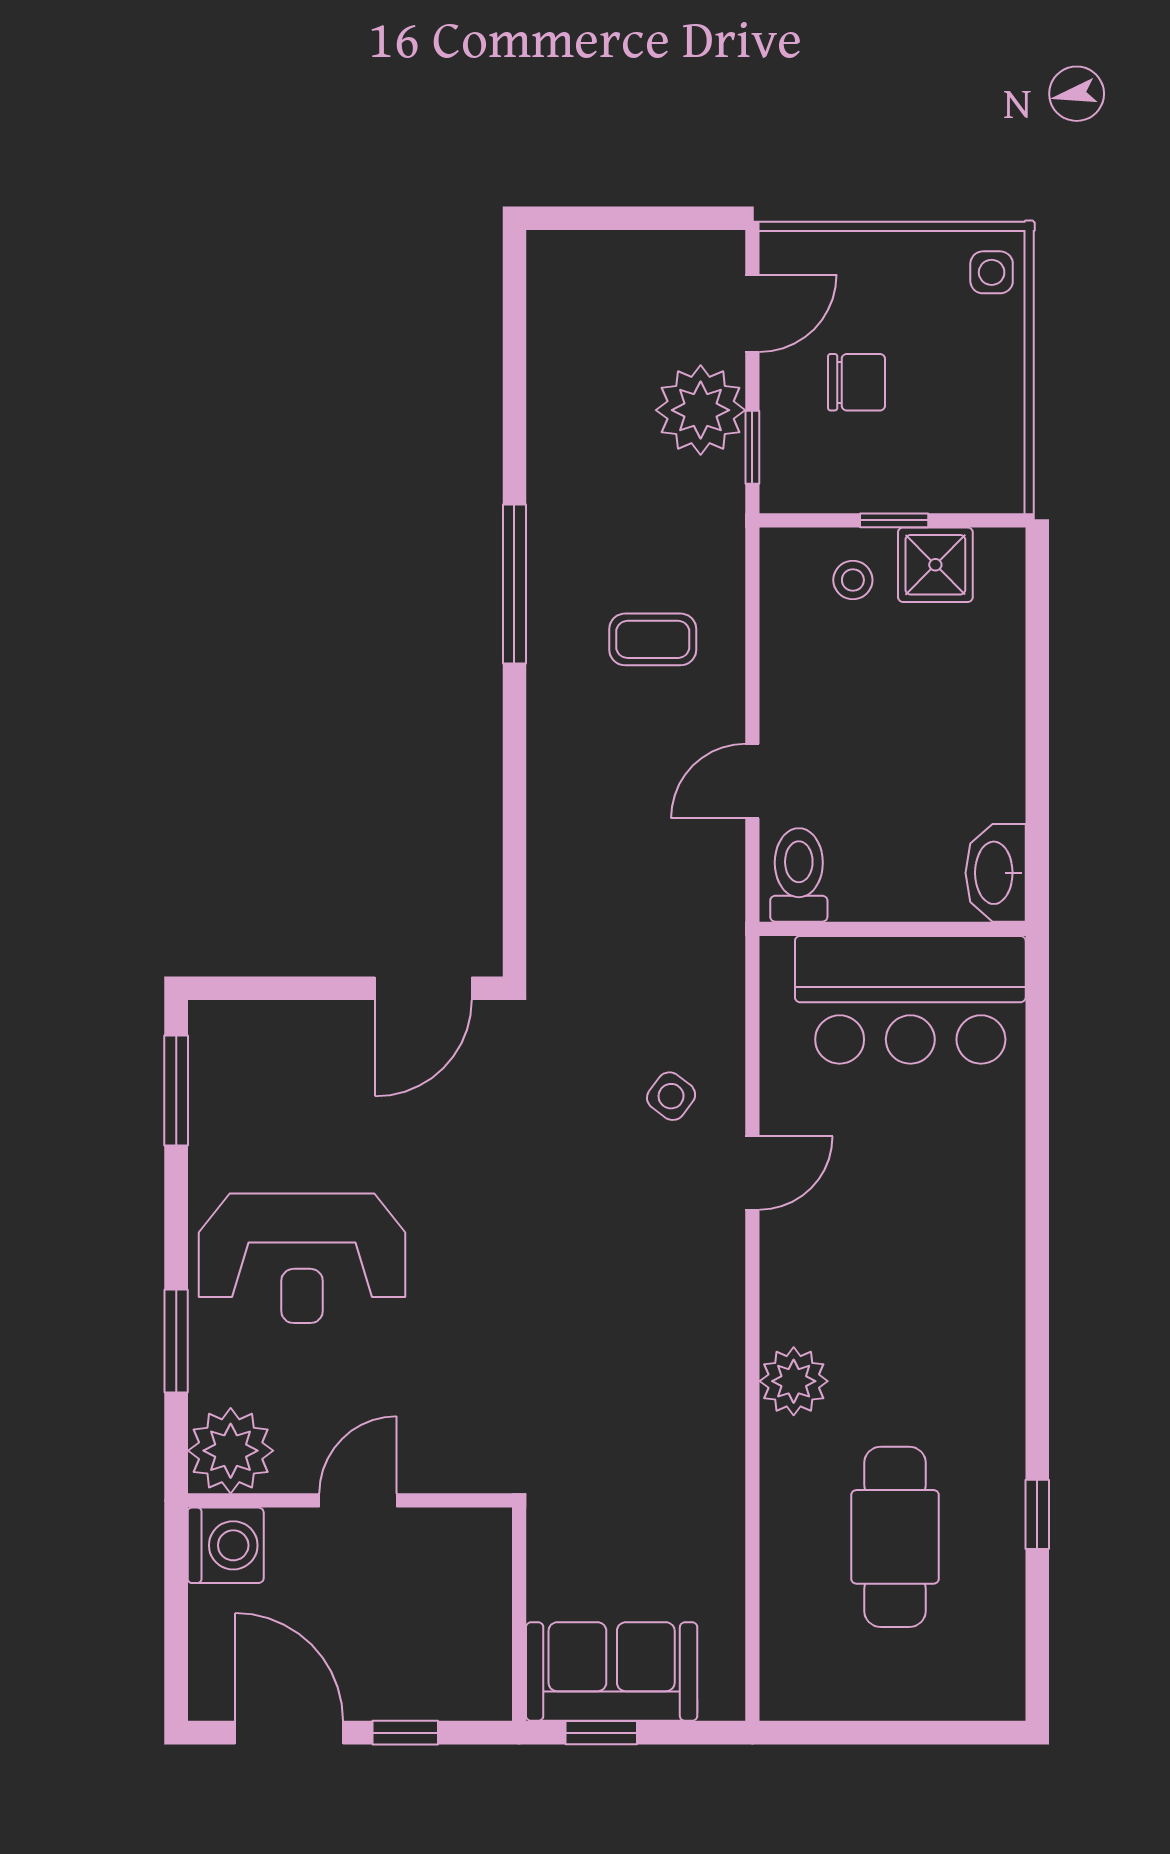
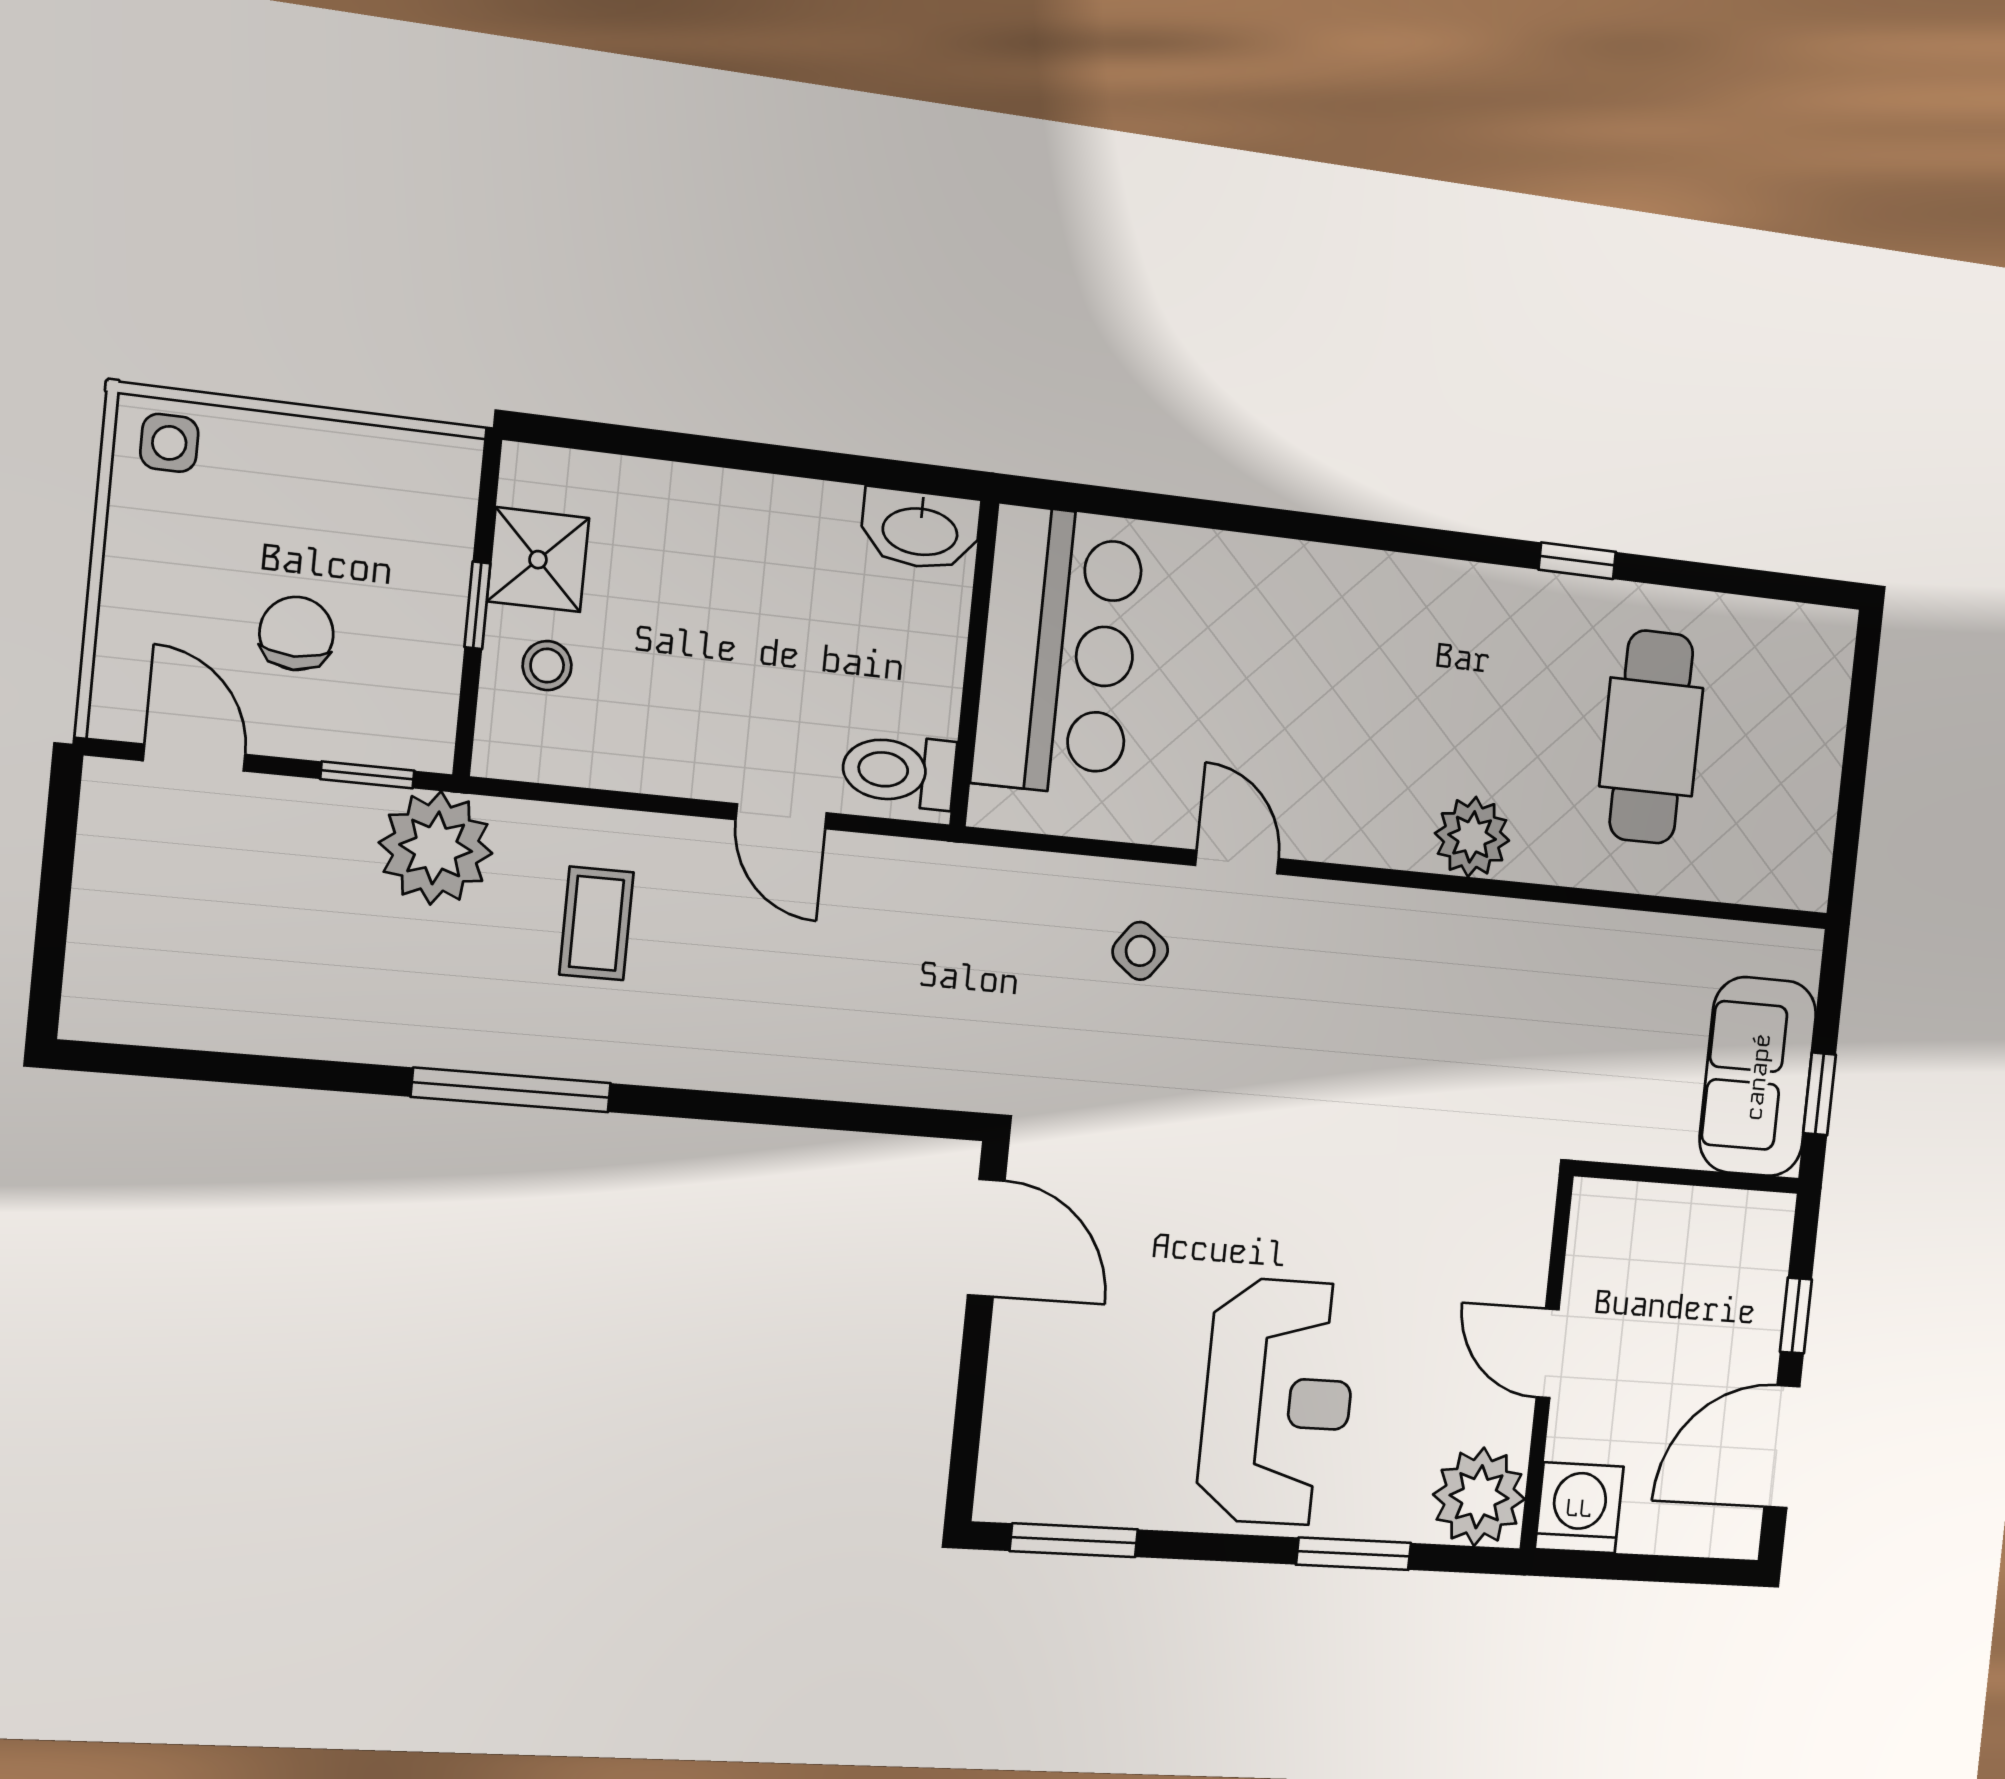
plant: (701, 410) -> (436, 848), moved
window: (1037, 1514) -> (1577, 561), moved
cafe table: (895, 1537) -> (1651, 737), turned 90

